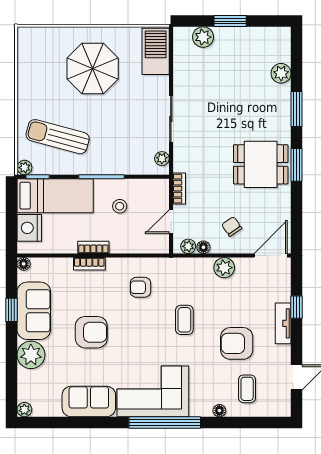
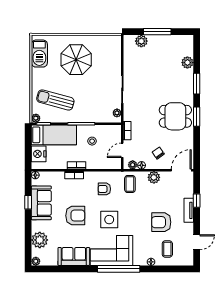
window: (230, 21) -> (157, 32), width x1.44
barbecue: (156, 51) -> (39, 54), moved, turned 180
coffee table: (184, 320) -> (130, 184), moved
side table: (149, 339) -> (109, 220), added
plant: (31, 355) -> (40, 240), moved

